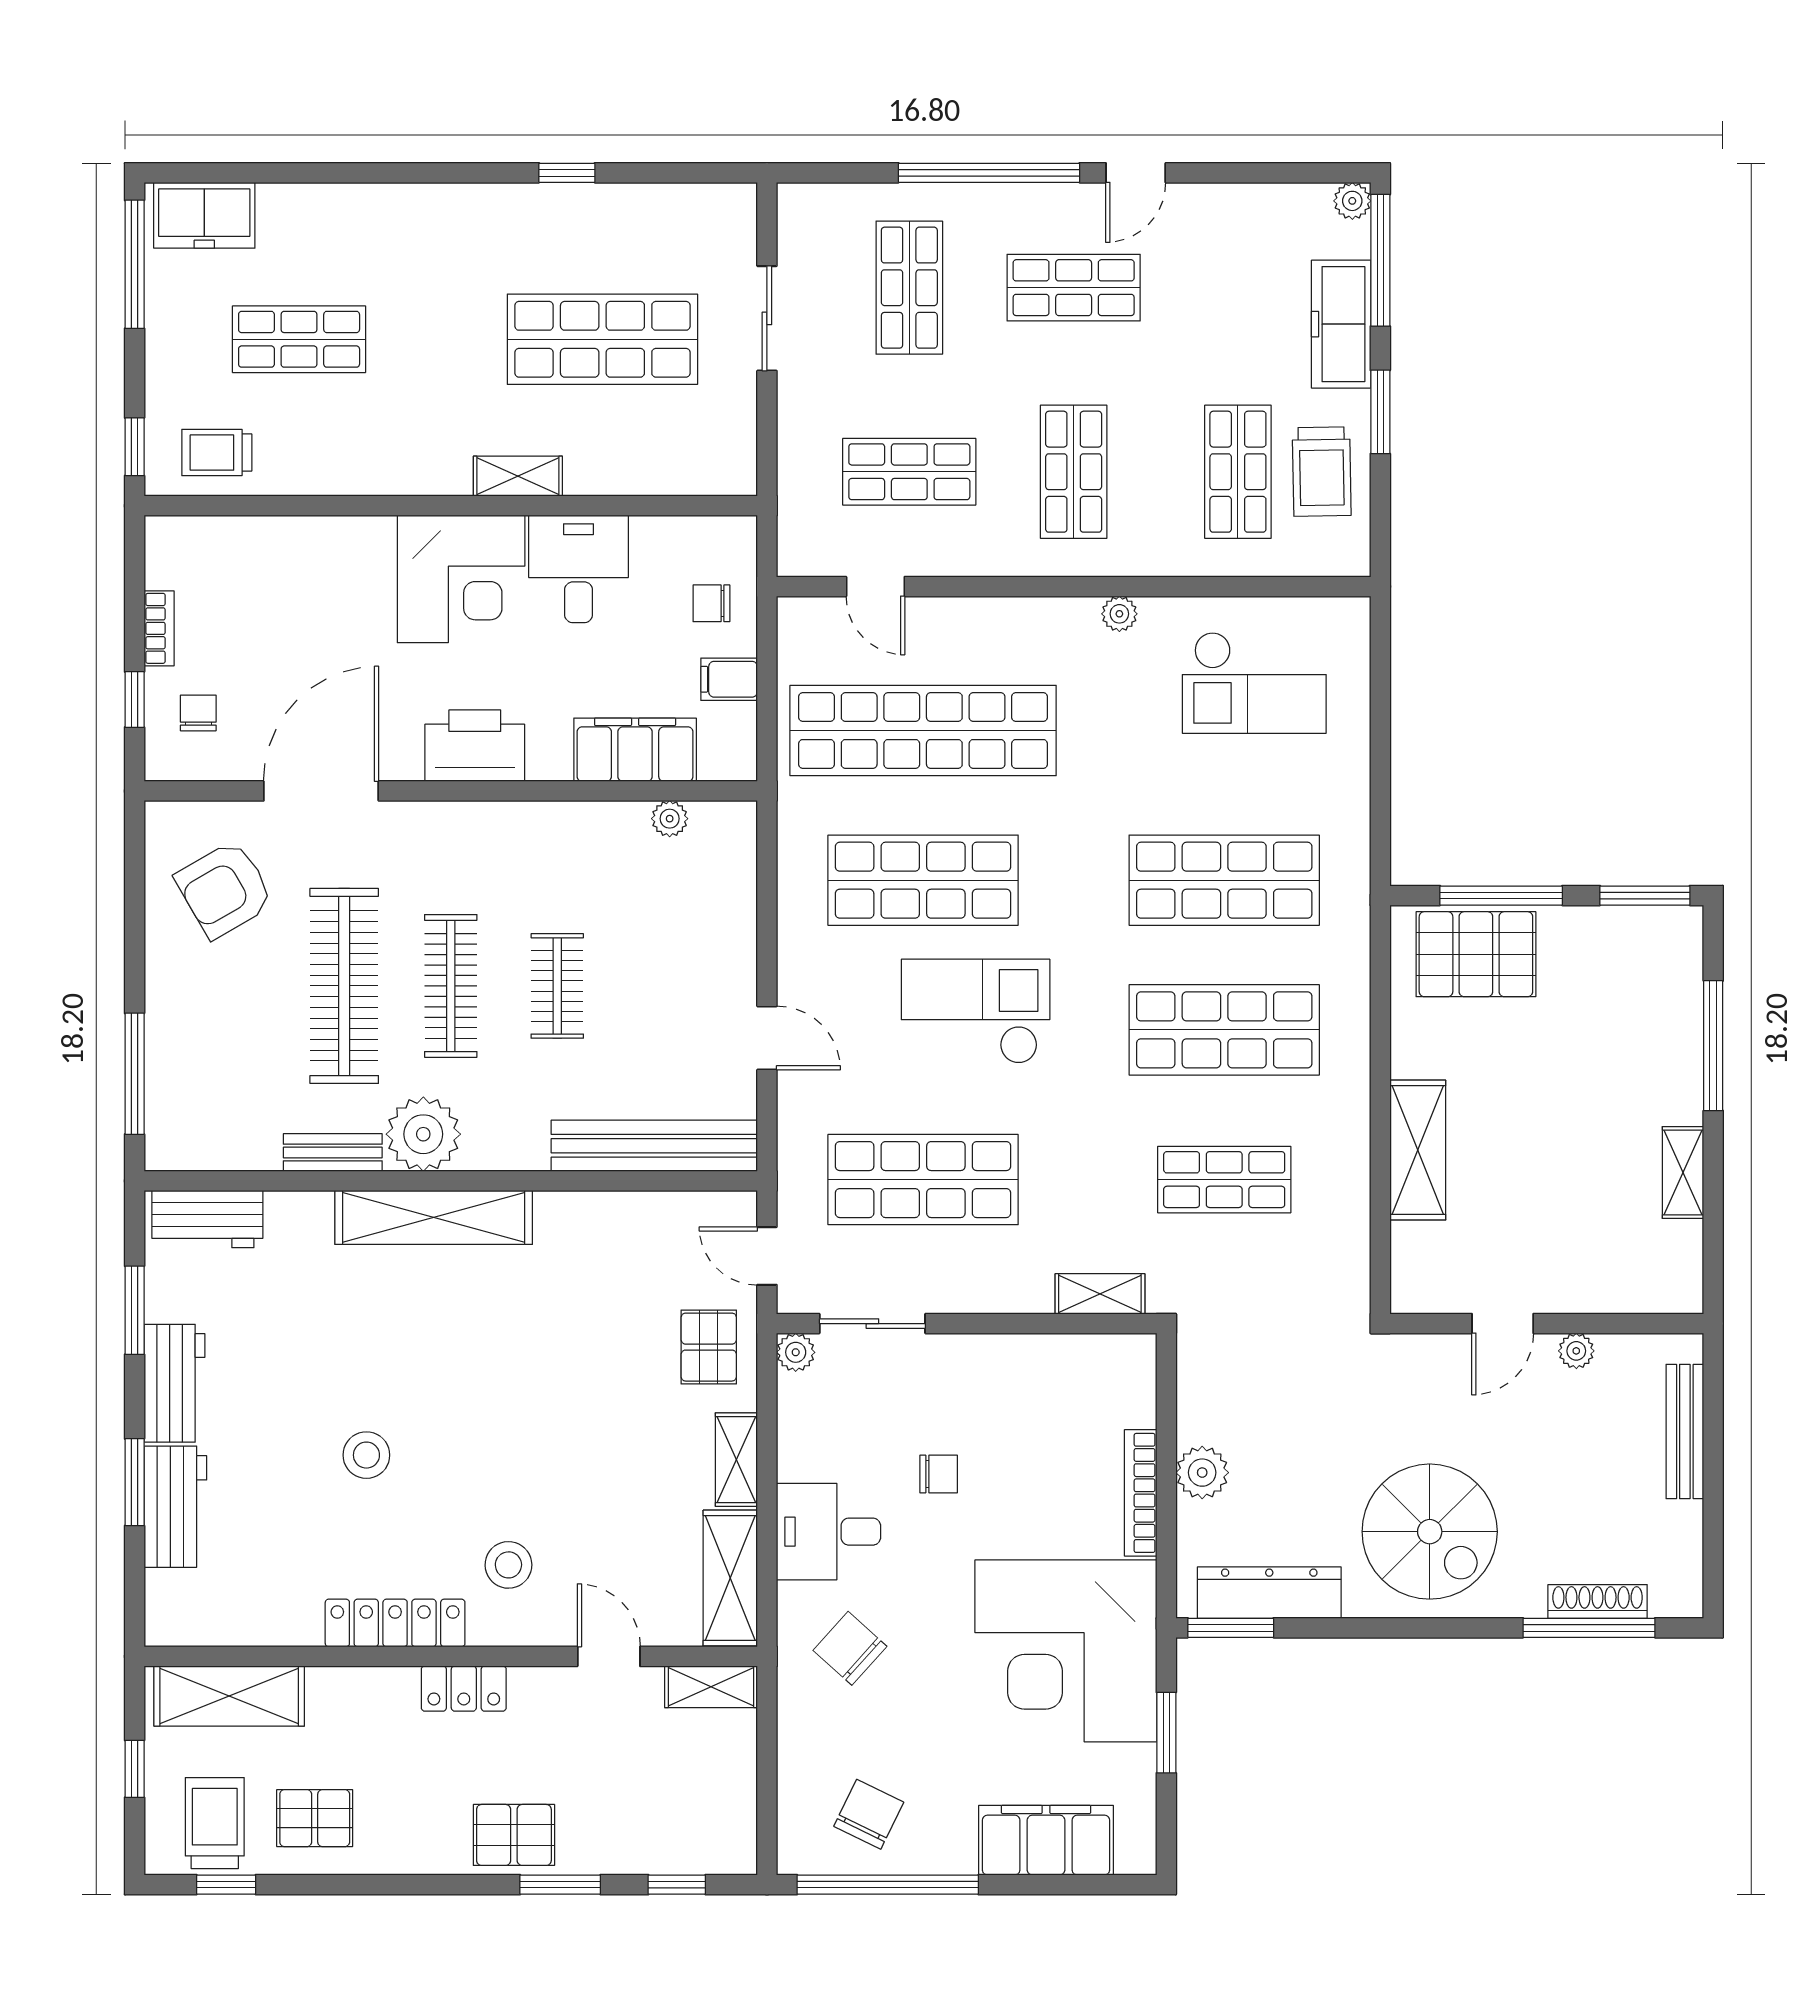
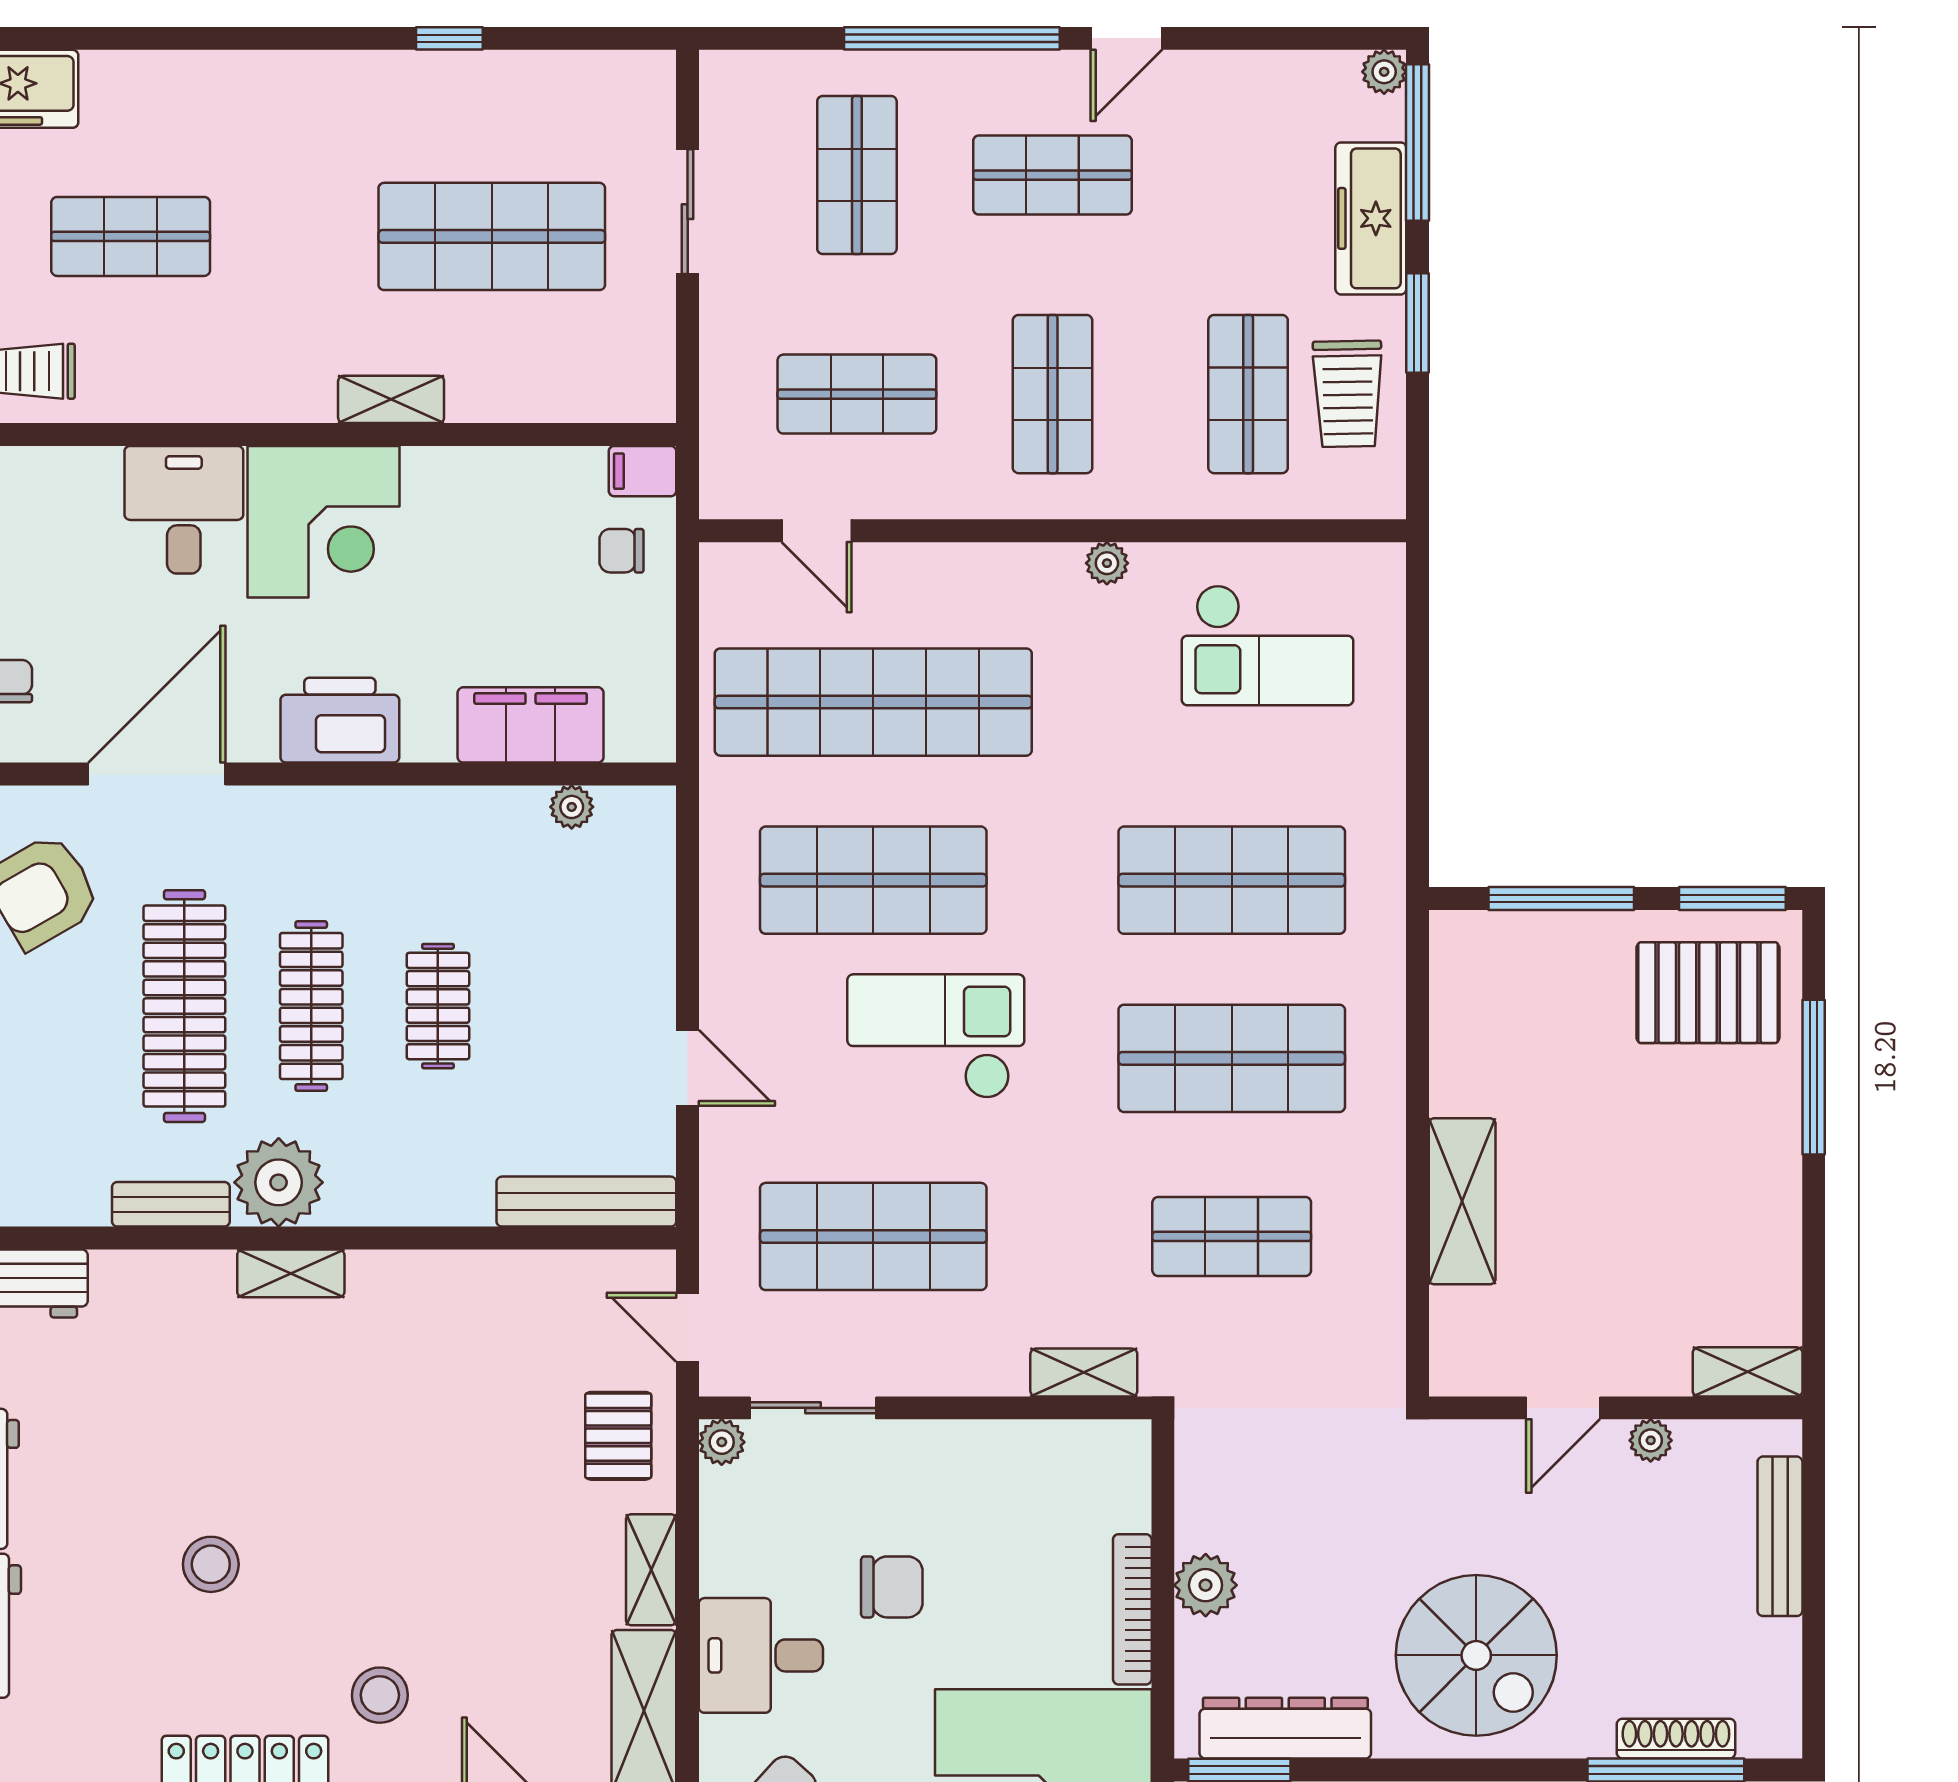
desk: (579, 569) -> (184, 510), moved
filing cabinet: (729, 679) -> (642, 471), moved
pallet: (1476, 954) -> (1708, 993), moved
bench: (654, 1146) -> (586, 1202), width x0.73, depth x0.82
shelving: (1683, 1172) -> (1748, 1372), moved, turned 90
shelving: (434, 1217) -> (291, 1273), width x0.45, depth x0.75
chair: (939, 1474) -> (892, 1587), width x1.37, depth x1.37

